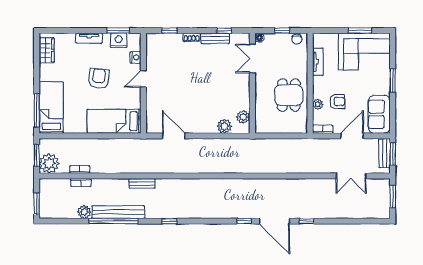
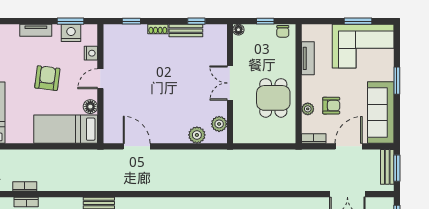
double door: (252, 58) -> (230, 83), moved
floor lamp: (135, 102) -> (90, 107), added
sofa: (379, 114) -> (381, 113), width x1.36

